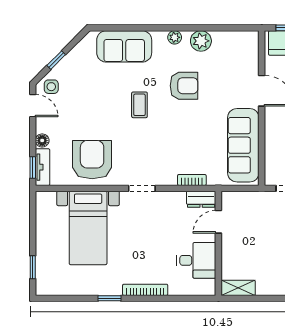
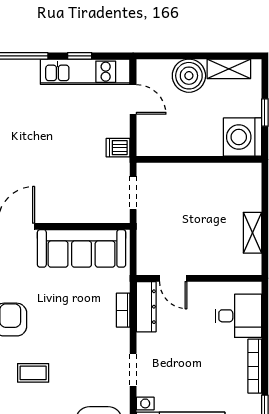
dresser: (201, 199) -> (146, 307), width x1.44
desk: (196, 260) -> (238, 316), moved, turned 90
shelving: (238, 288) -> (252, 233), moved

